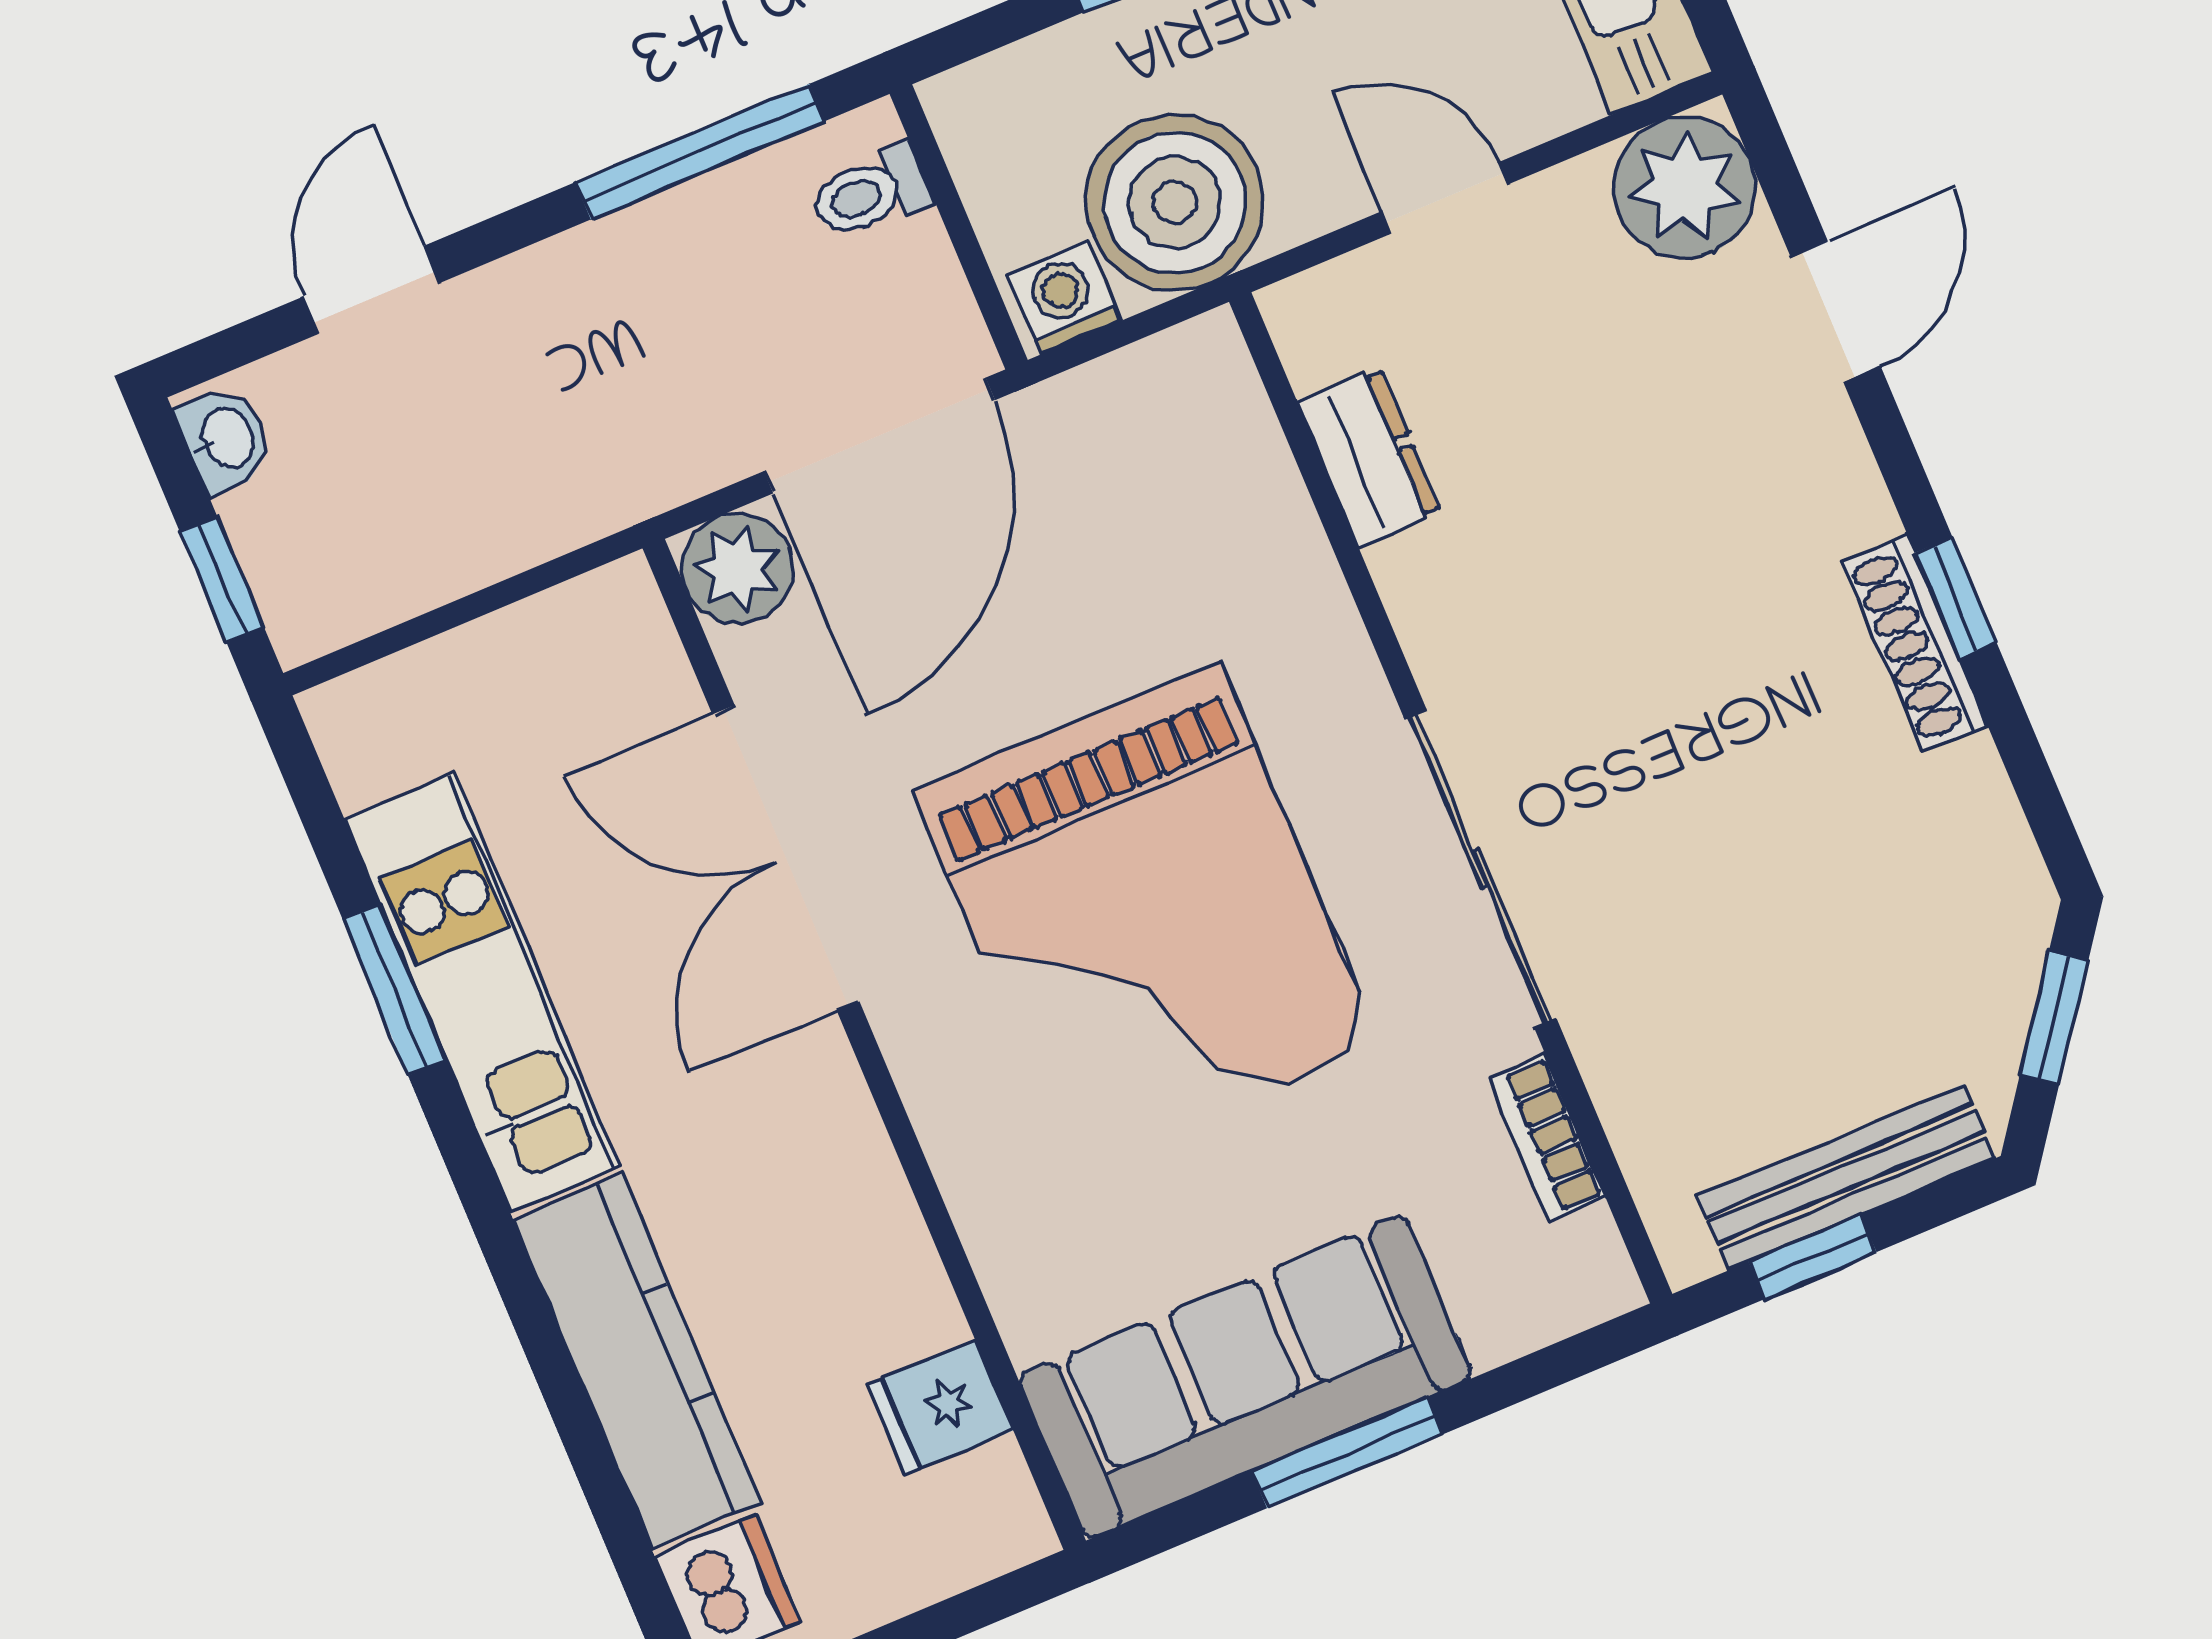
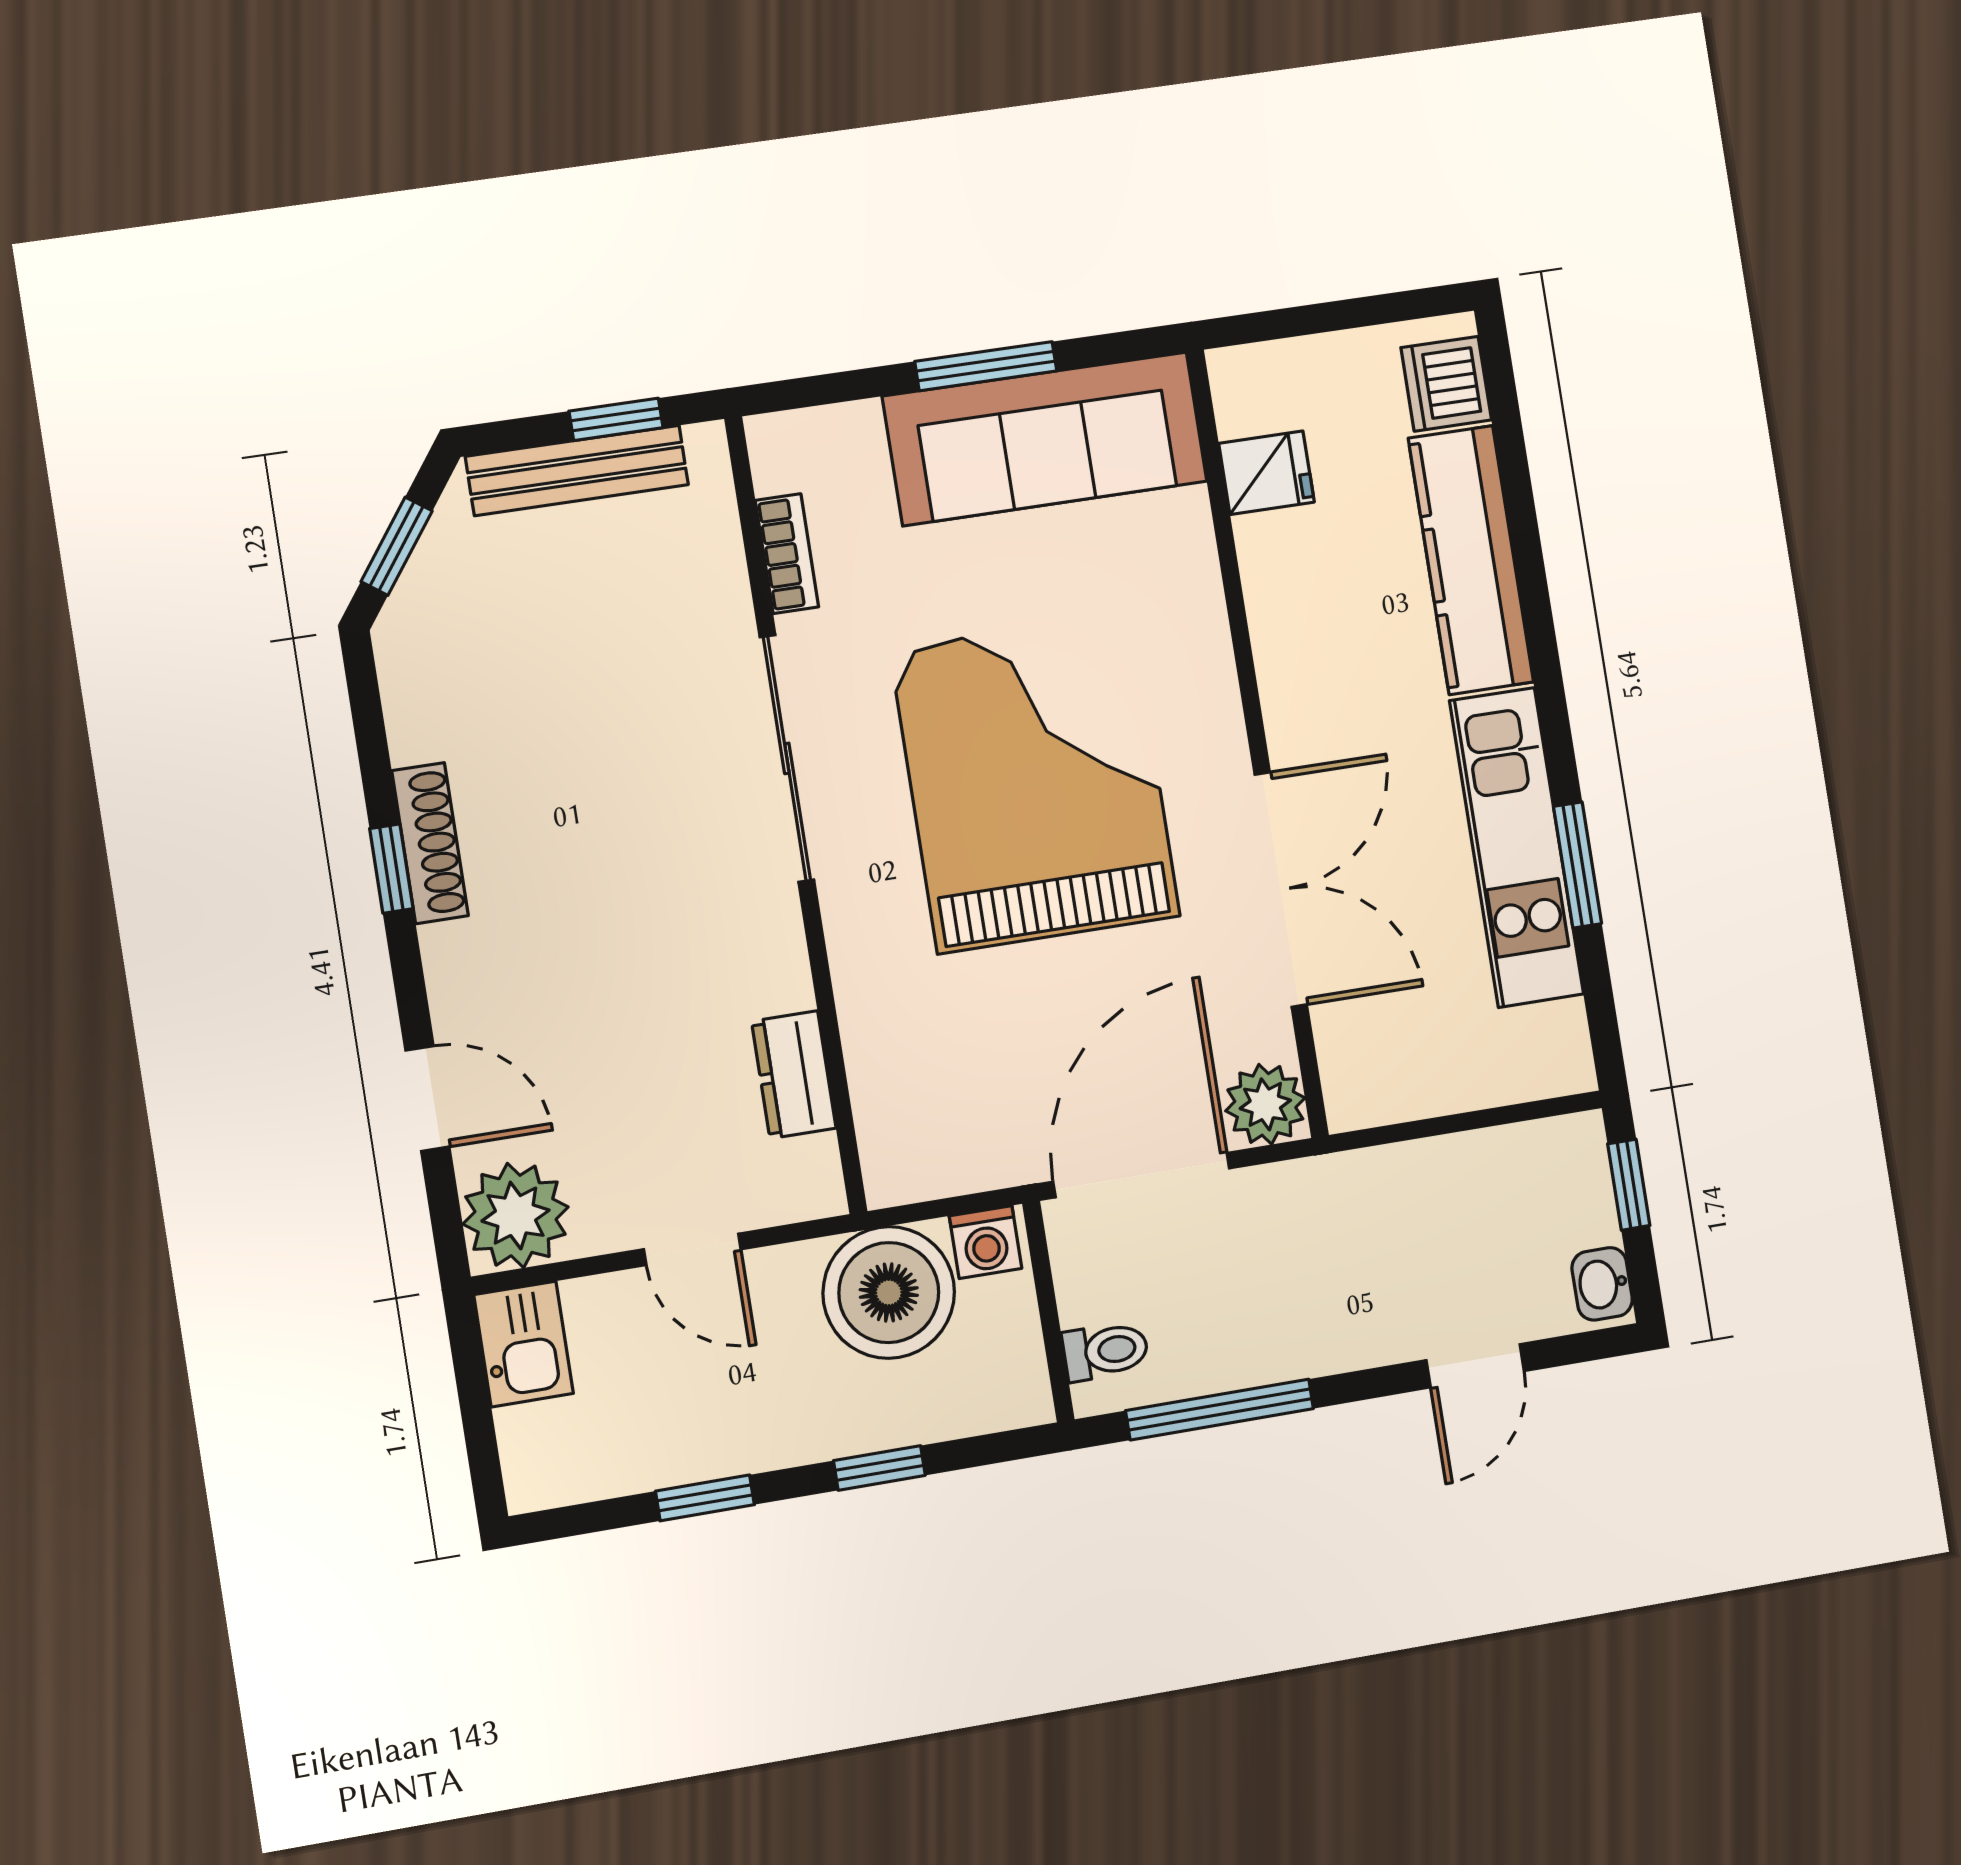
door: (1835, 311) -> (427, 1099), swing flipped

